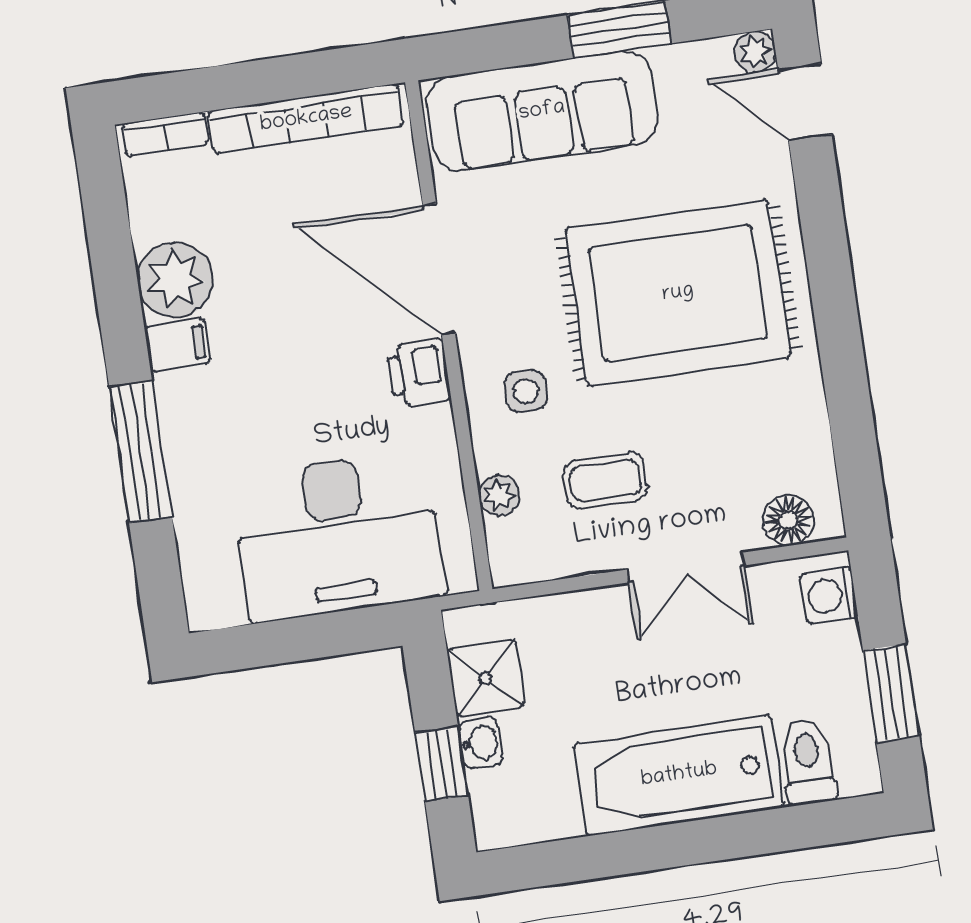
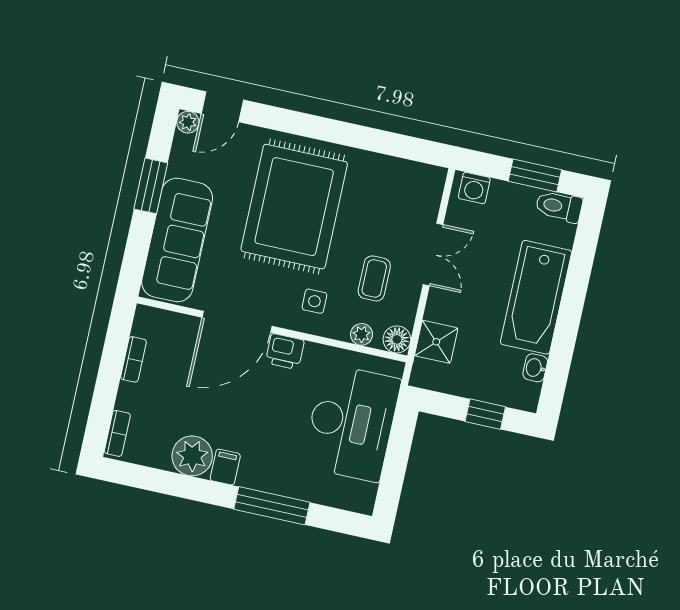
bookcase: (306, 119) -> (133, 359), width x0.43, depth x0.76
floor lamp: (788, 520) -> (397, 339), moved
shower: (485, 678) -> (436, 342), moved
washbasin: (481, 743) -> (535, 368), moved, turned -90
toilet: (808, 762) -> (559, 206), moved

